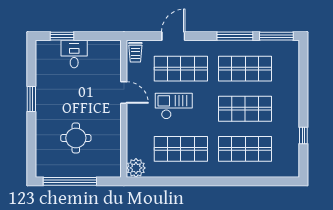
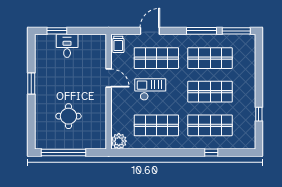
window: (246, 181) -> (211, 152), added

